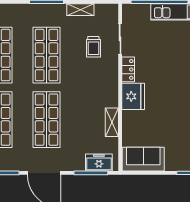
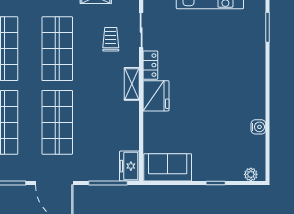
trolley: (93, 47) -> (111, 39), turned 180
shelving: (112, 122) -> (132, 84), moved
freezer: (99, 163) -> (129, 166), moved, turned -90

